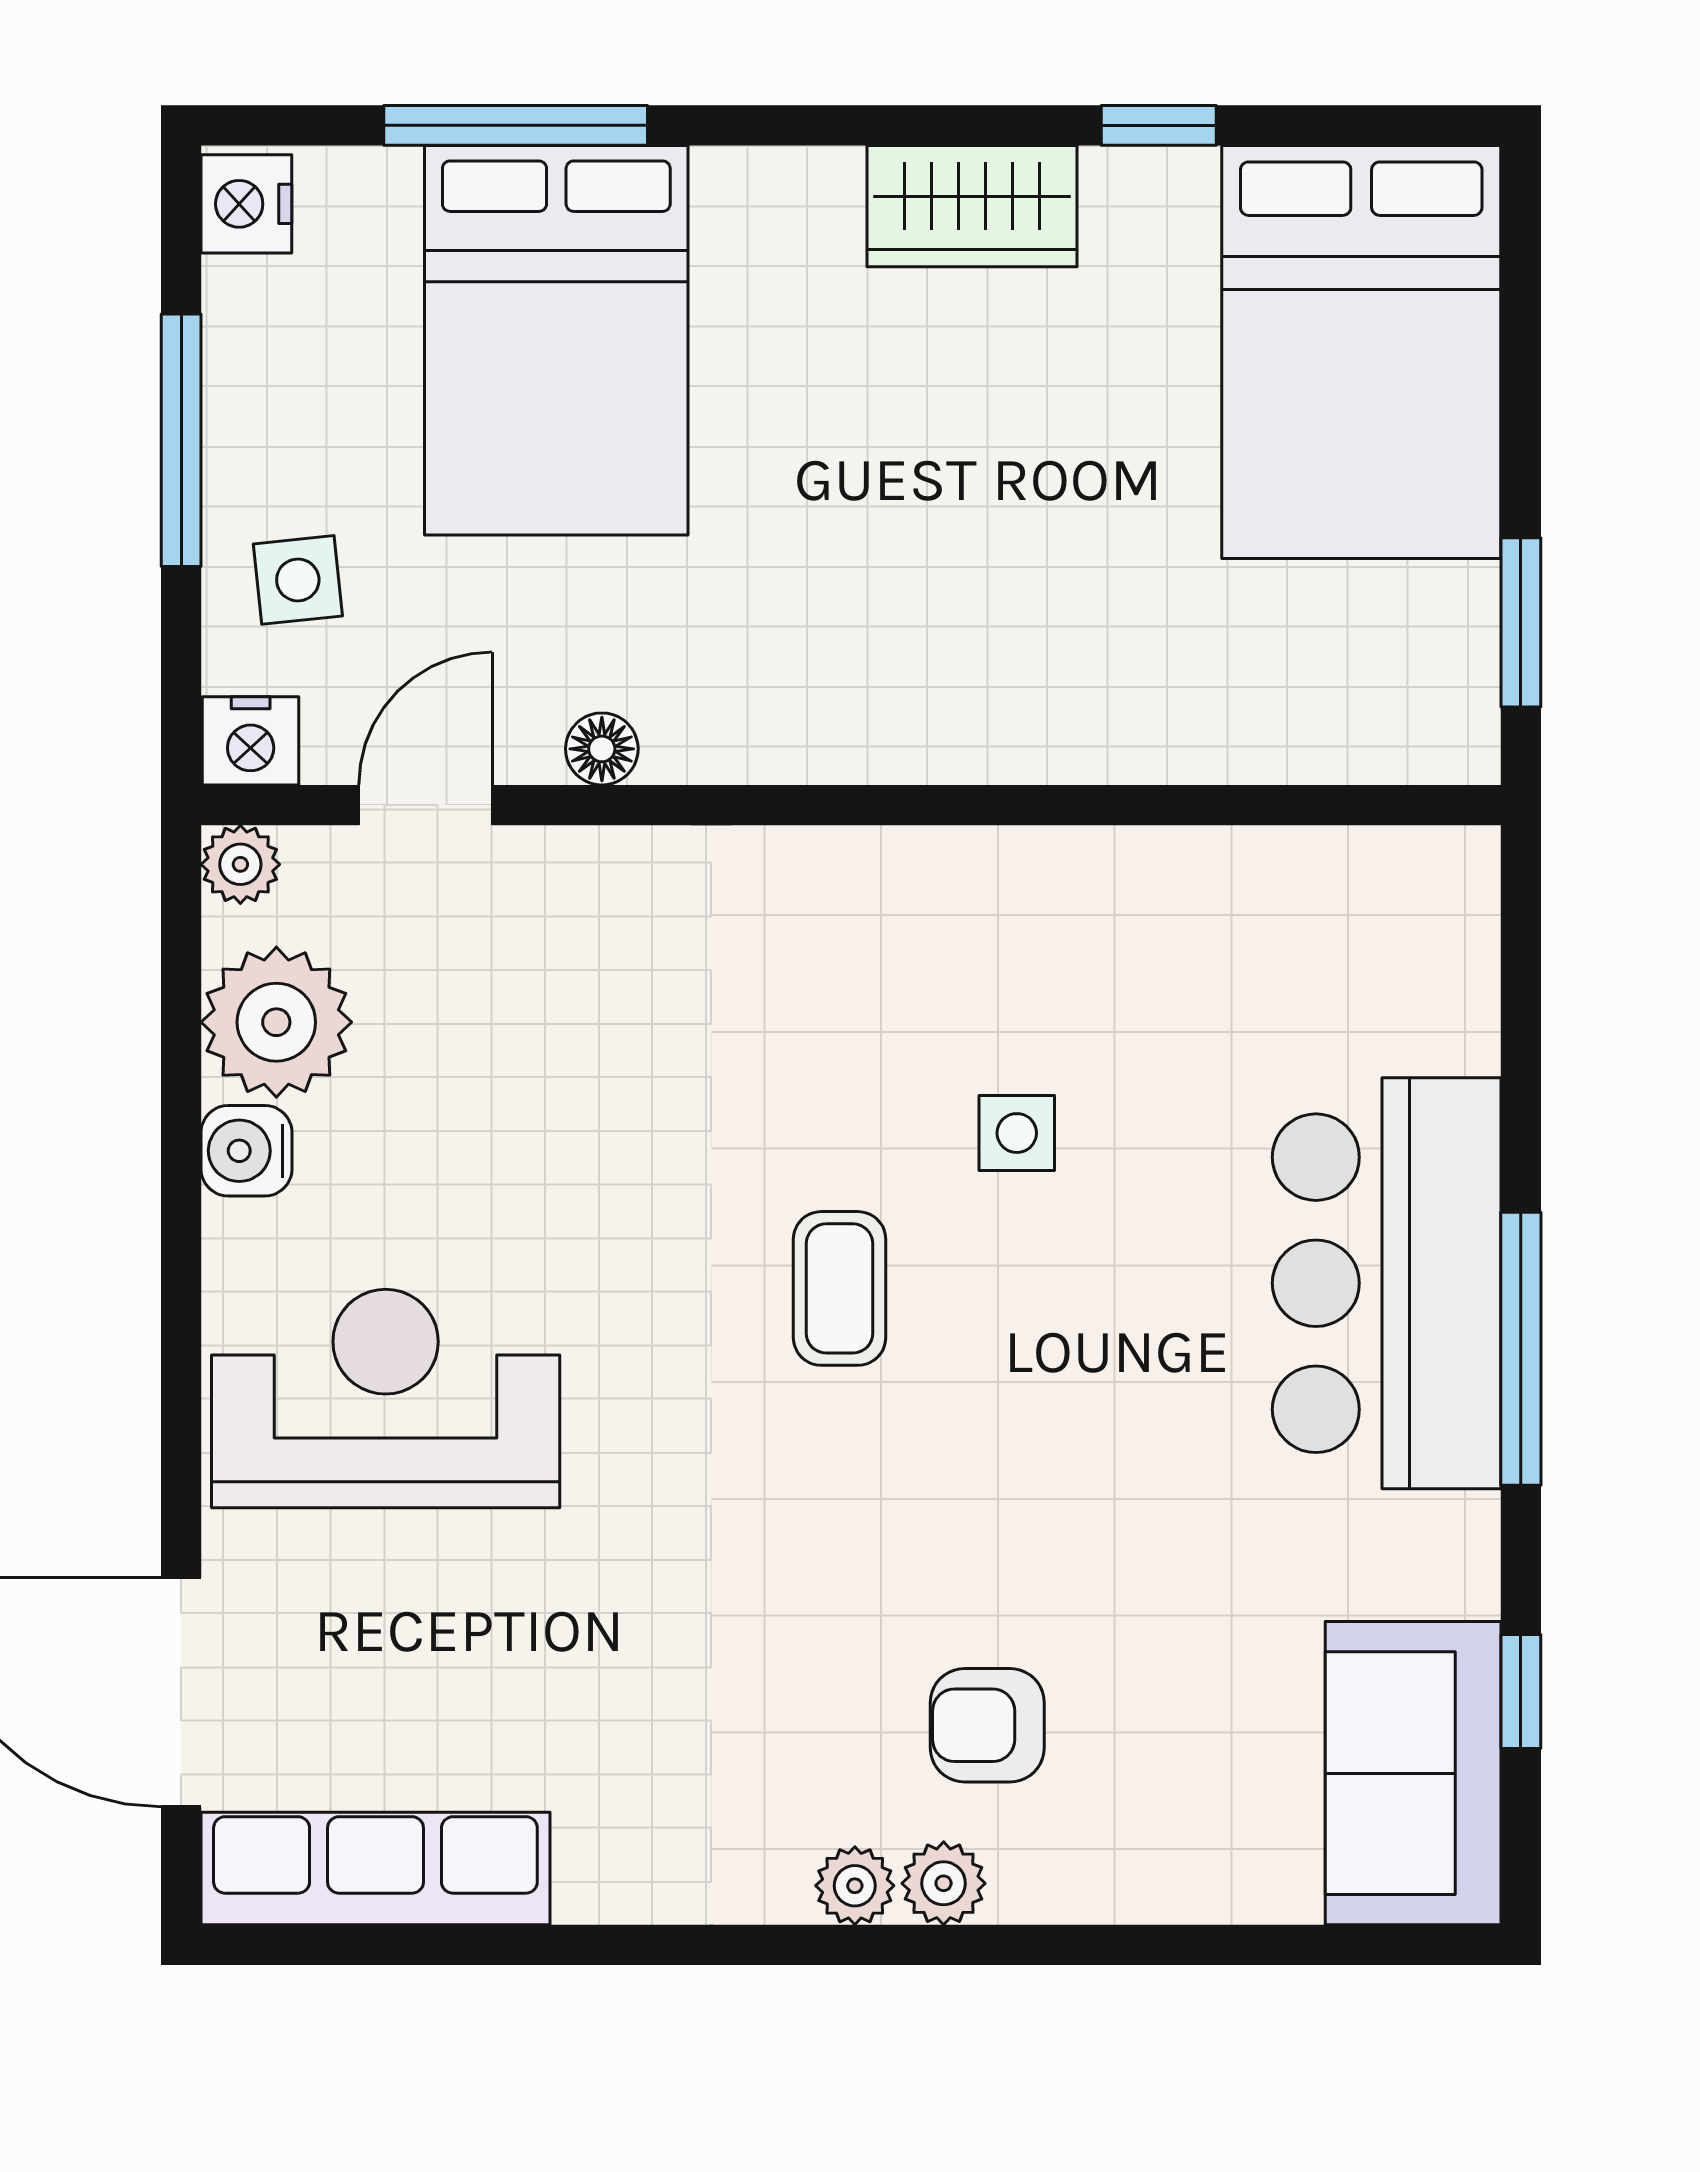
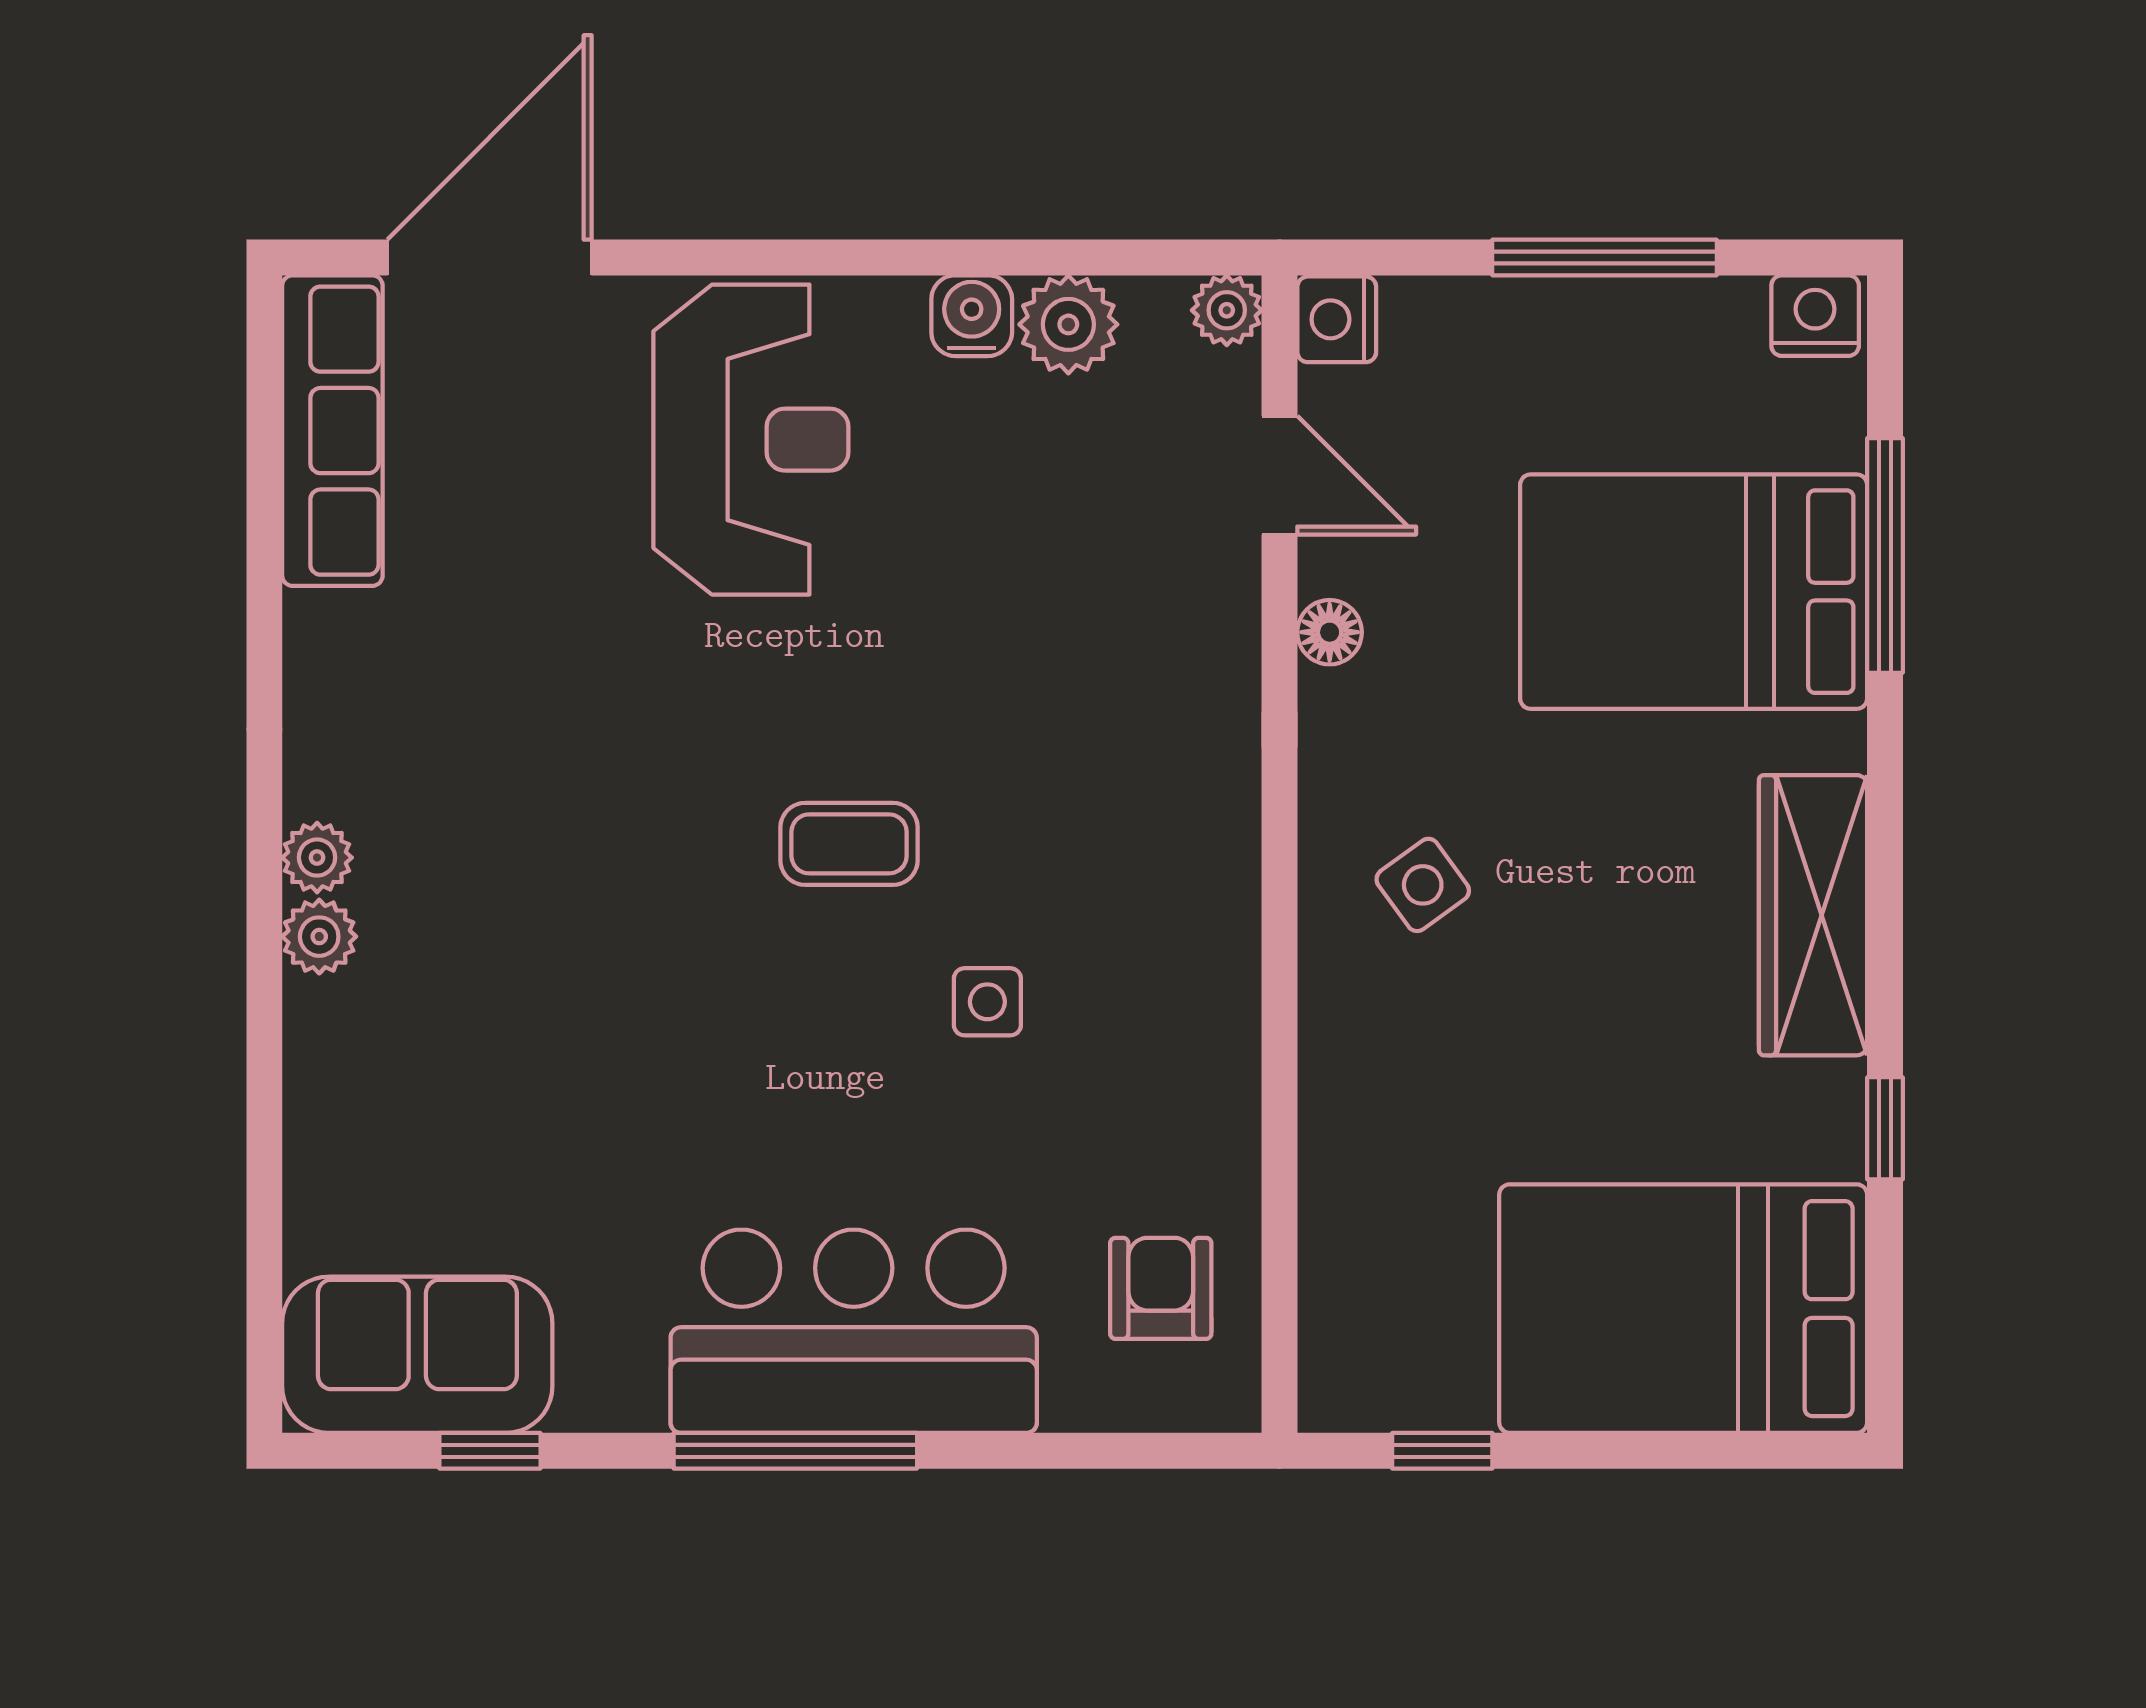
wardrobe: (972, 206) -> (1813, 915), width x1.50
side table: (298, 580) -> (1423, 885), moved, turned -30
window: (1521, 622) -> (1442, 1451), width x0.67
plant: (276, 1022) -> (1068, 324), width x0.73, depth x0.73
armchair: (987, 1725) -> (1161, 1288), moved

